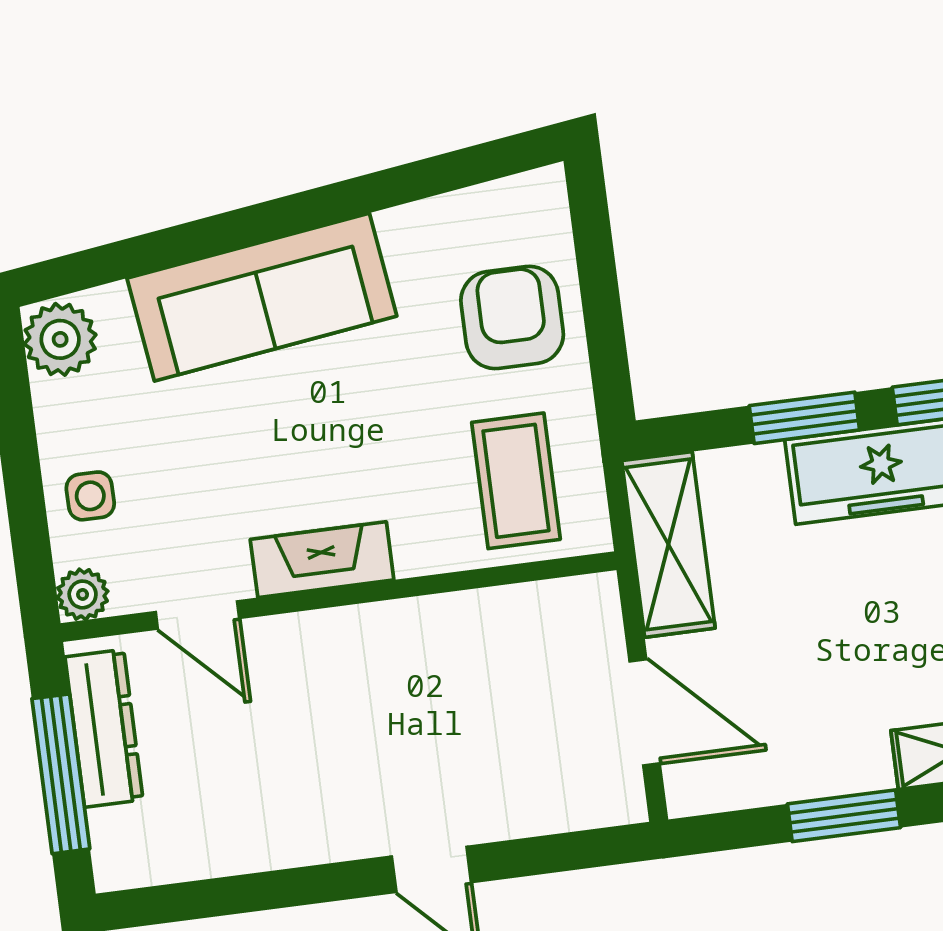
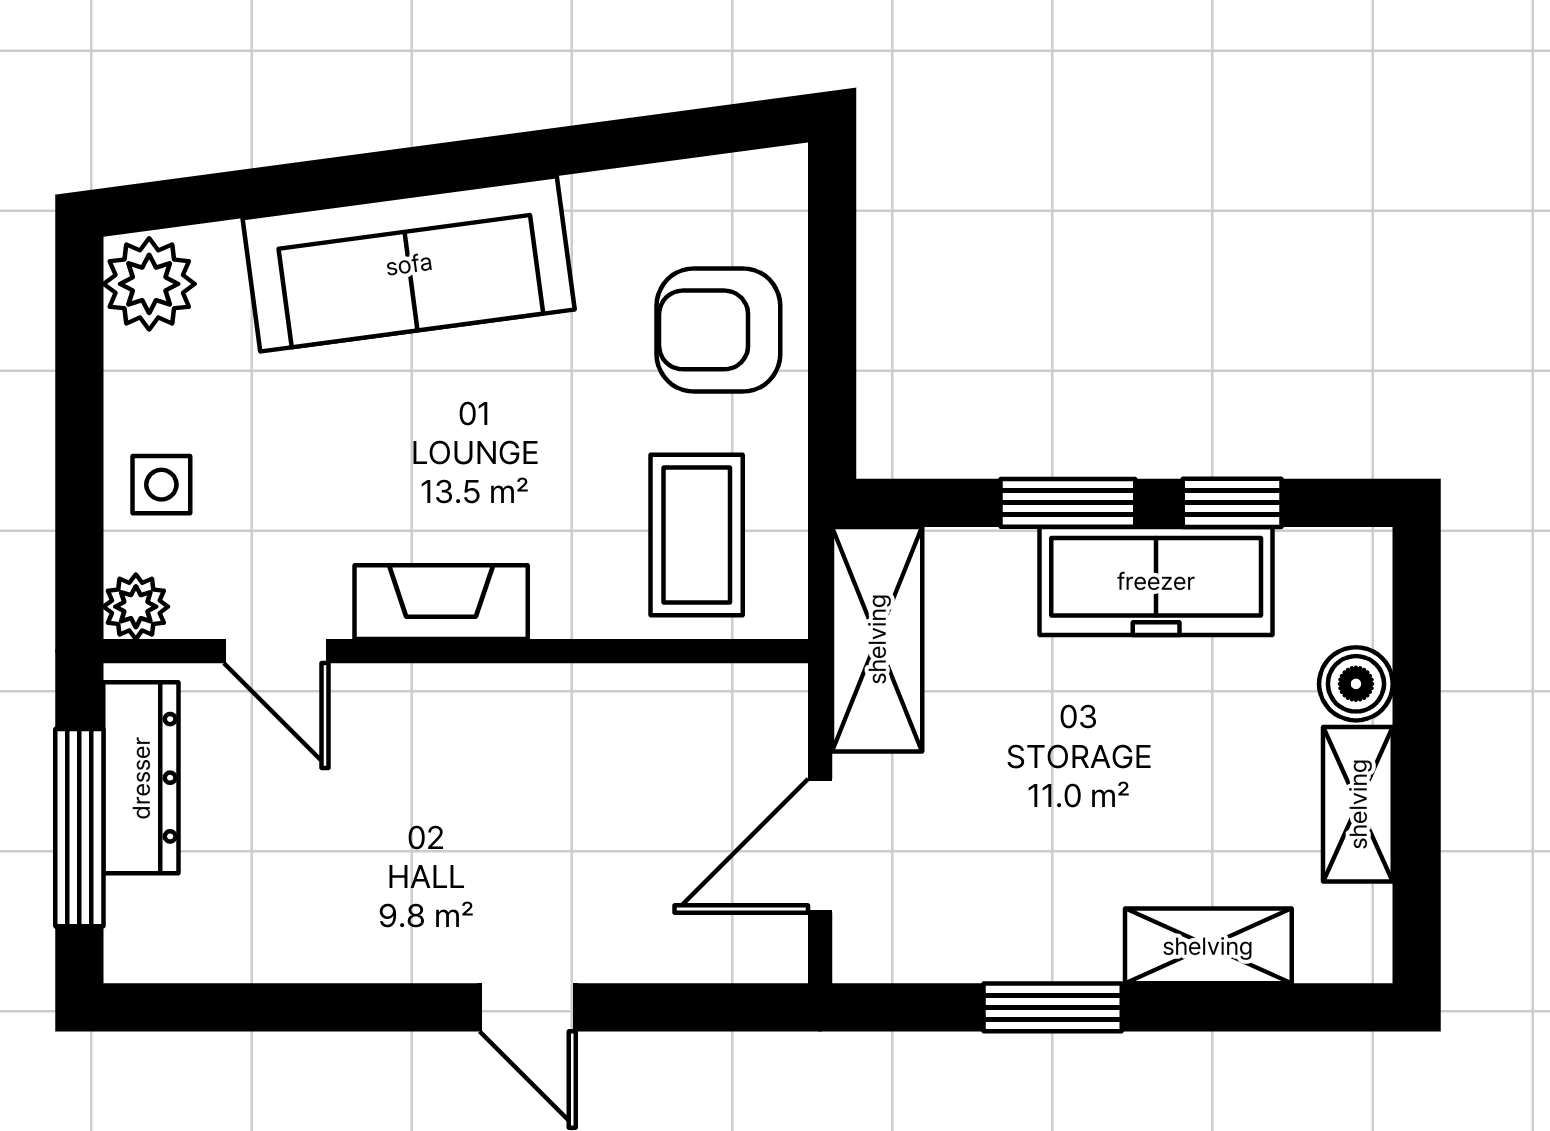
armchair: (512, 317) -> (718, 330), turned -90
door: (645, 712) -> (820, 846), swing flipped

